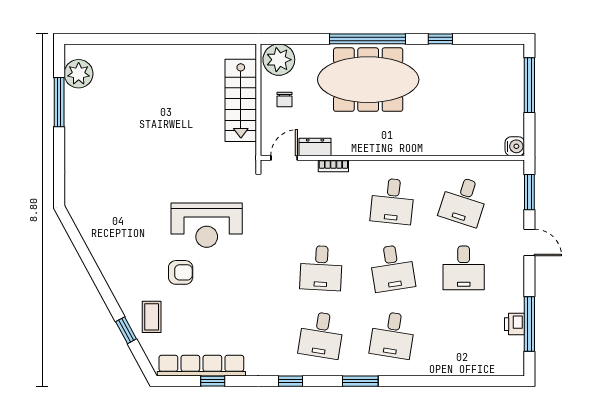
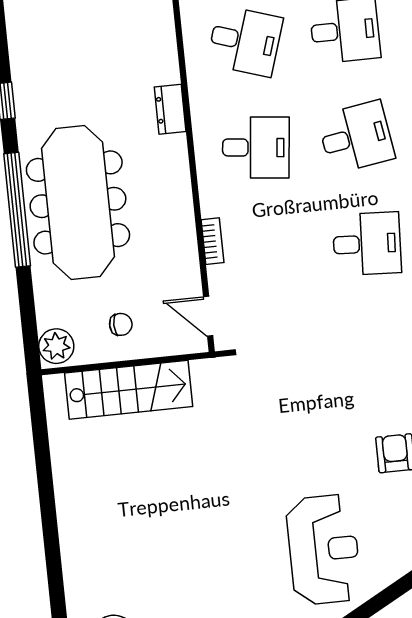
plant: (279, 60) -> (56, 346), width x0.73, depth x0.73
dresser: (315, 147) -> (170, 109), moved
reception desk: (207, 225) -> (324, 550), moved

